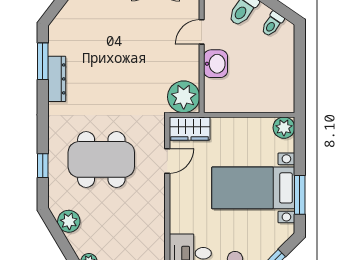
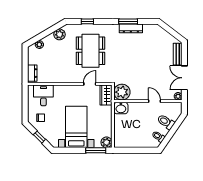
window: (43, 61) -> (128, 21), moved
washbasin: (216, 64) -> (121, 108), moved
door: (167, 161) -> (90, 84), swing flipped
window: (300, 195) -> (96, 150), moved

